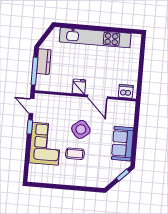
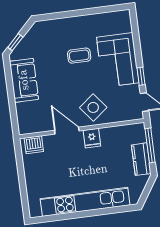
side table: (81, 129) -> (93, 107), moved

